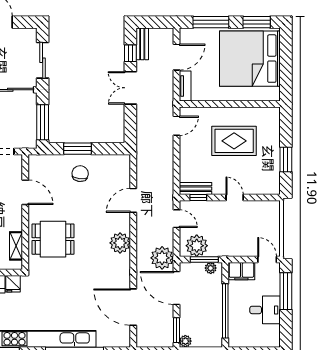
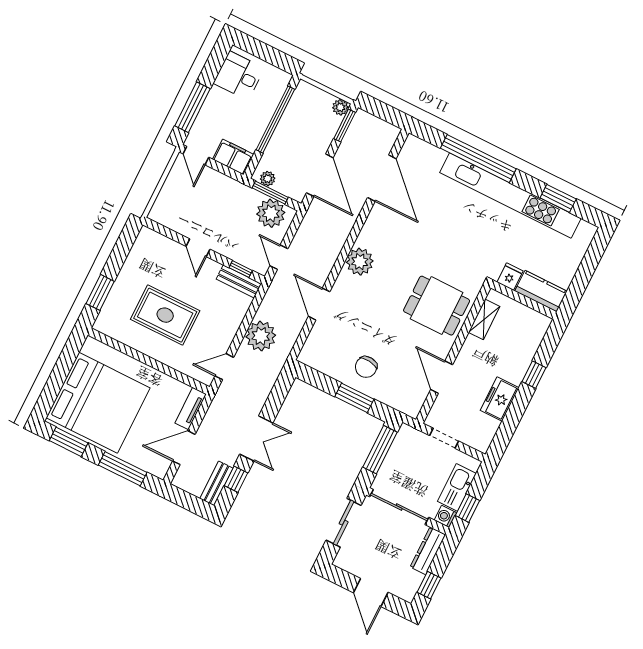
window: (286, 160) -> (100, 292), moved
door: (133, 200) -> (319, 304), swing flipped
plant: (162, 258) -> (261, 336), moved
desk: (265, 310) -> (239, 76), moved

